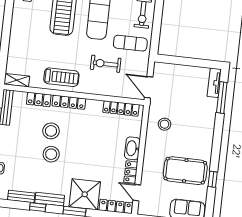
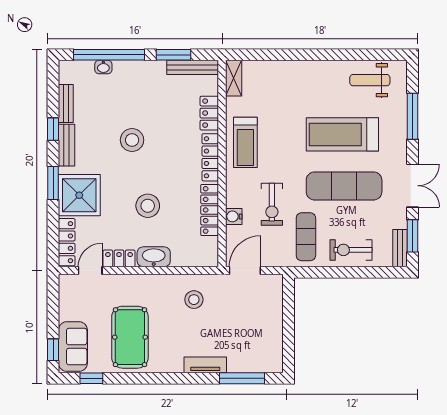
exercise bike: (106, 64) -> (272, 204), turned 180
tv unit: (214, 83) -> (205, 365), moved
water cooler: (111, 91) -> (234, 216), added
locker: (121, 108) -> (210, 210), moved
stool: (51, 131) -> (148, 206), moved
window: (213, 179) -> (91, 378), moved

